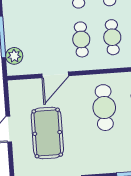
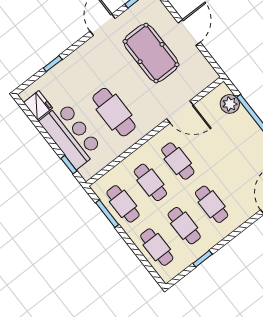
door: (55, 75) -> (180, 112), swing flipped

